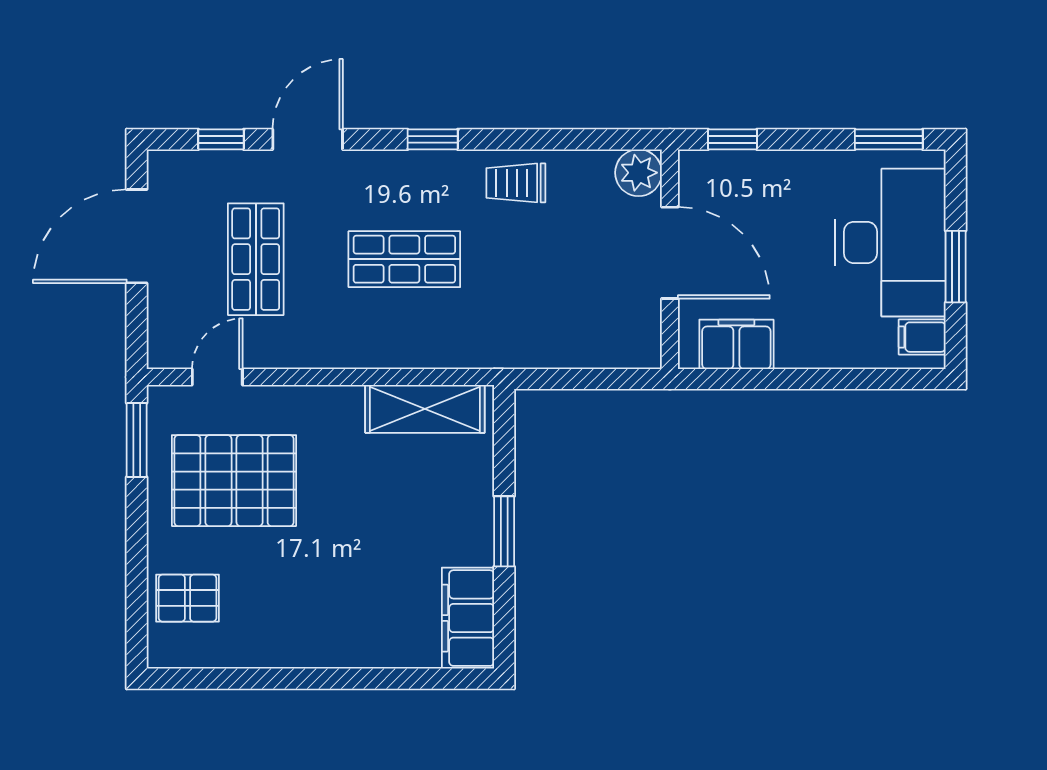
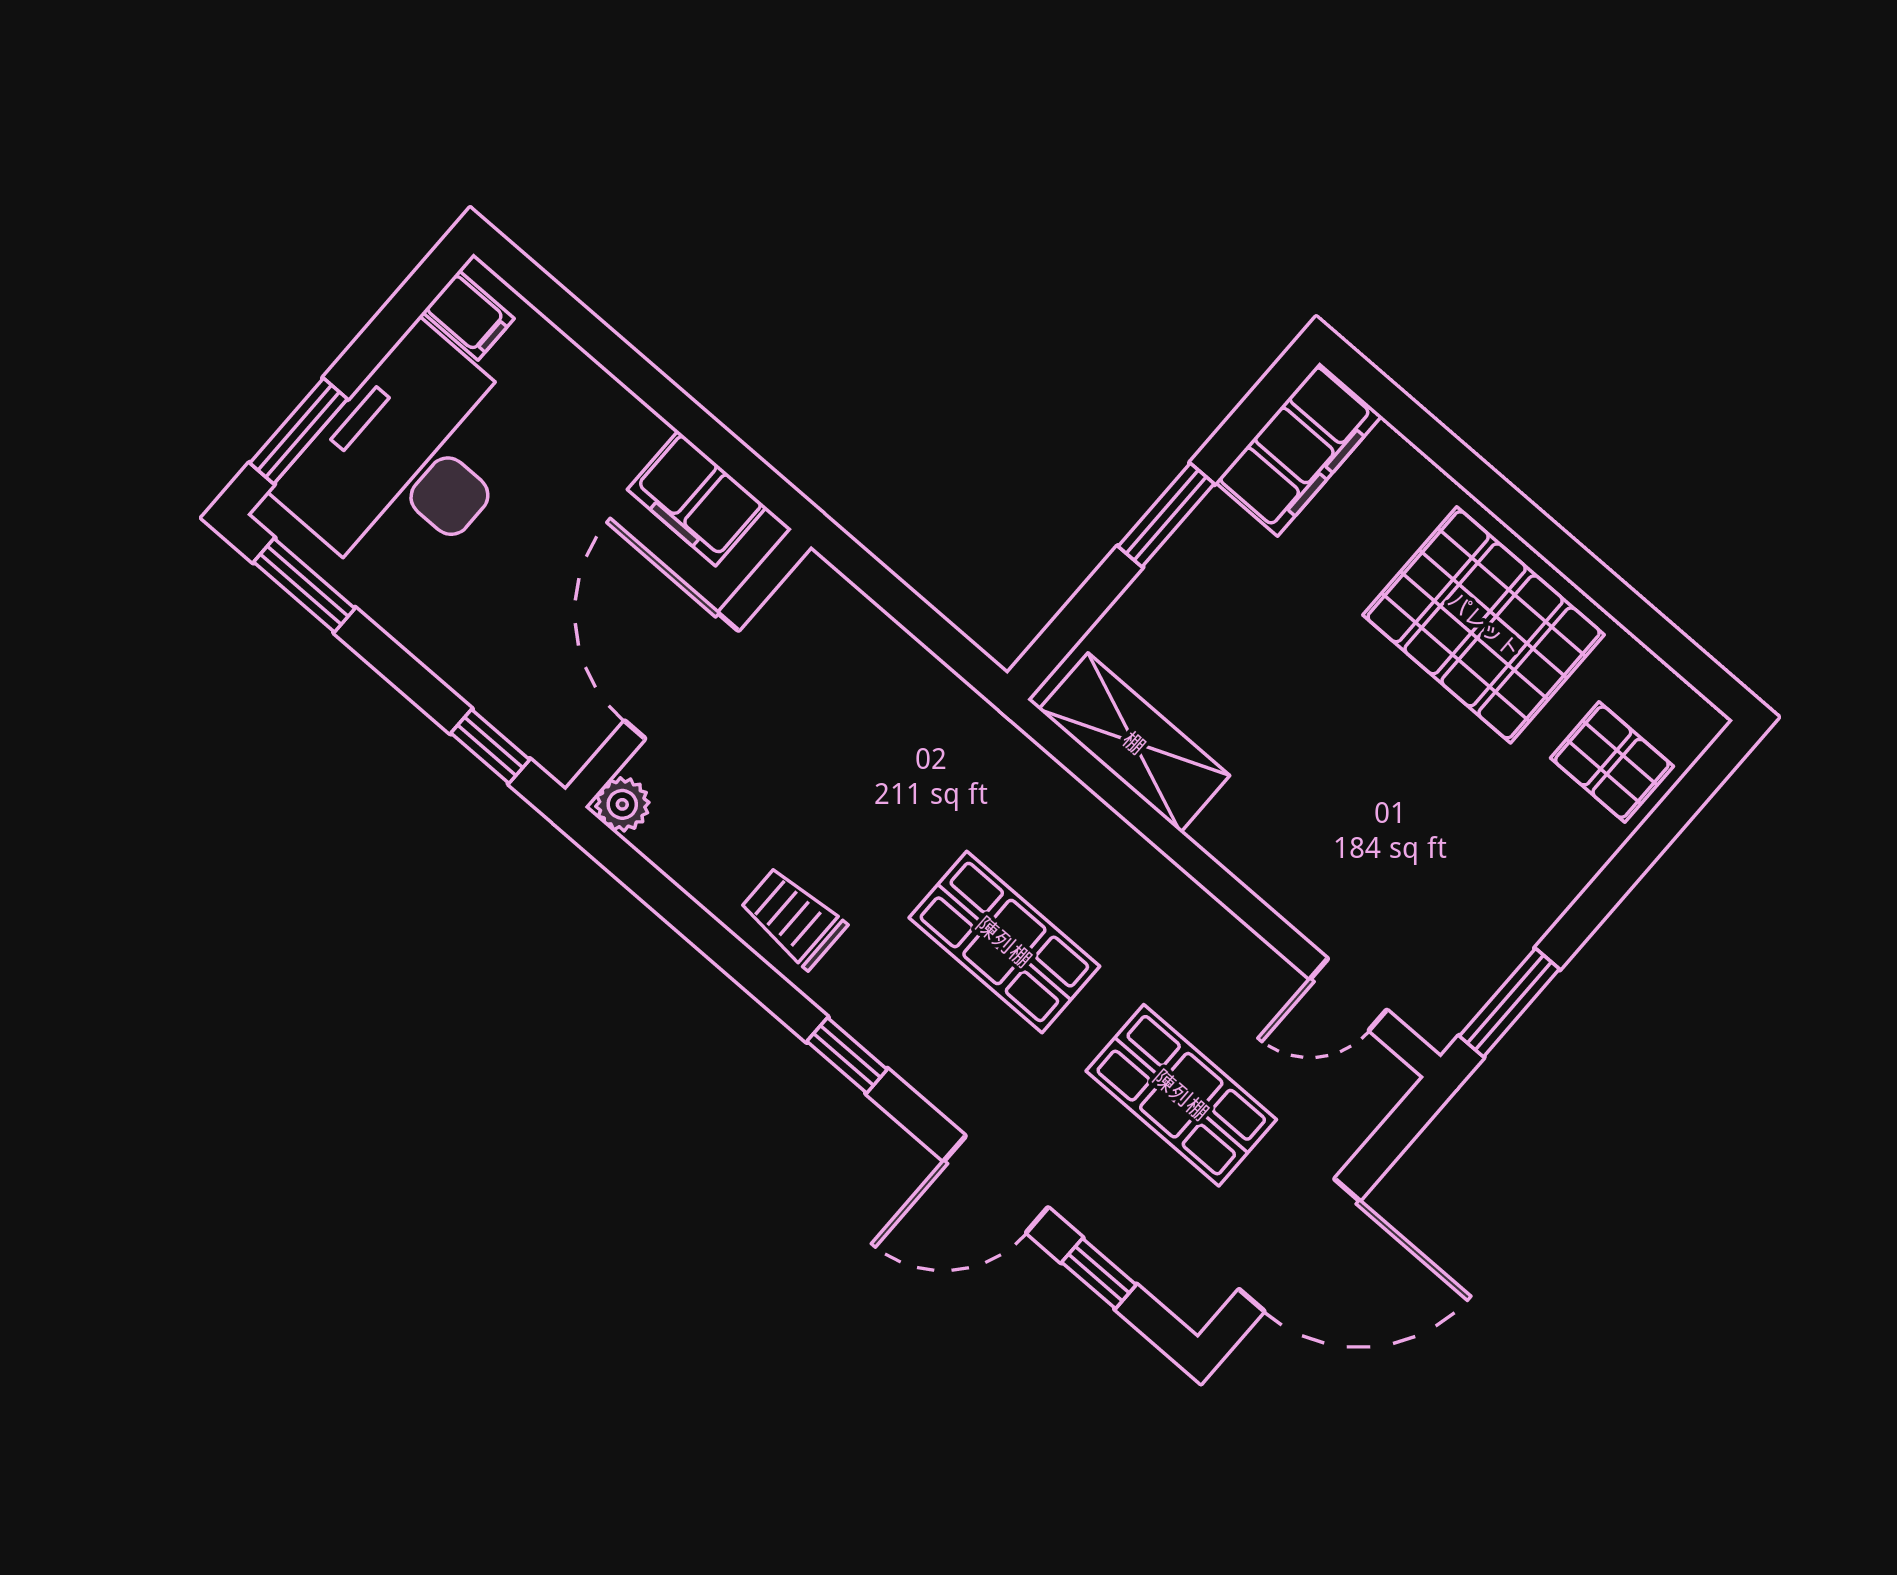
plant: (639, 173) -> (622, 804), width x0.73, depth x0.73
trolley: (516, 183) -> (793, 918), turned 180
shop shelf: (256, 259) -> (1181, 1095), turned 90
window: (956, 267) -> (299, 431), moved
pallet: (234, 481) -> (1484, 625), moved

